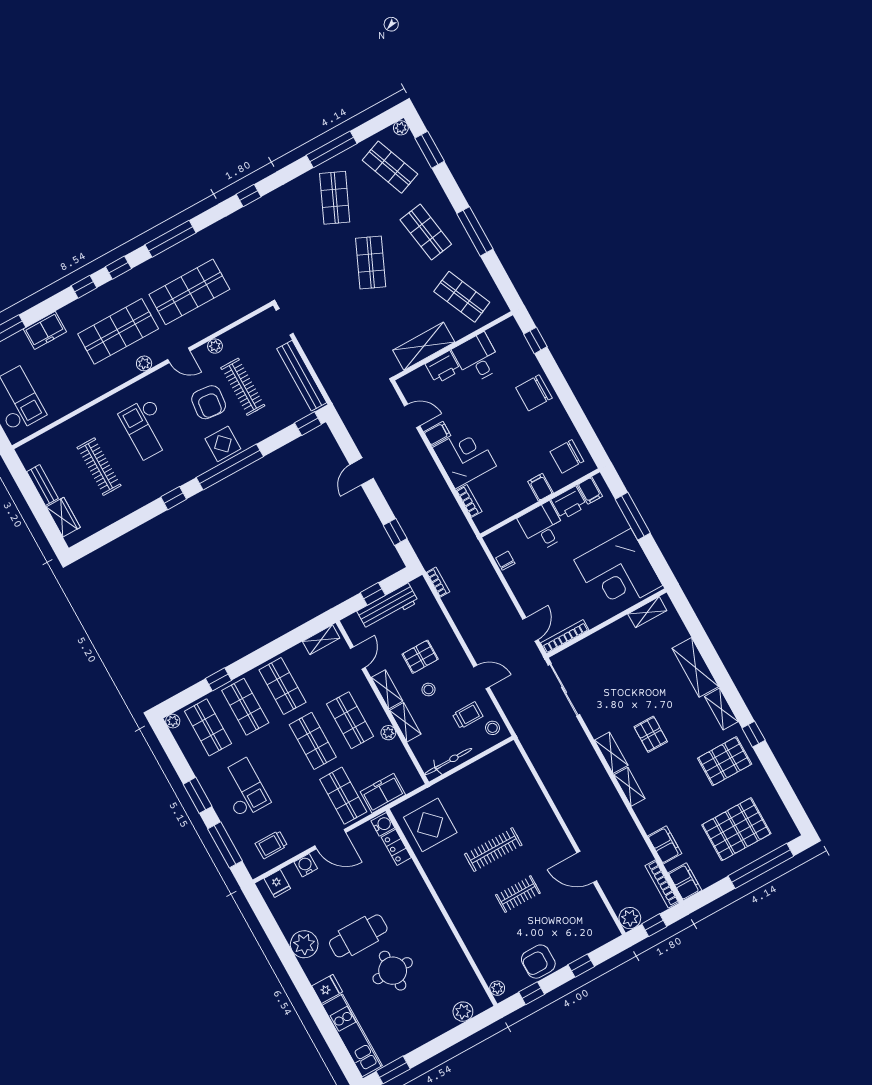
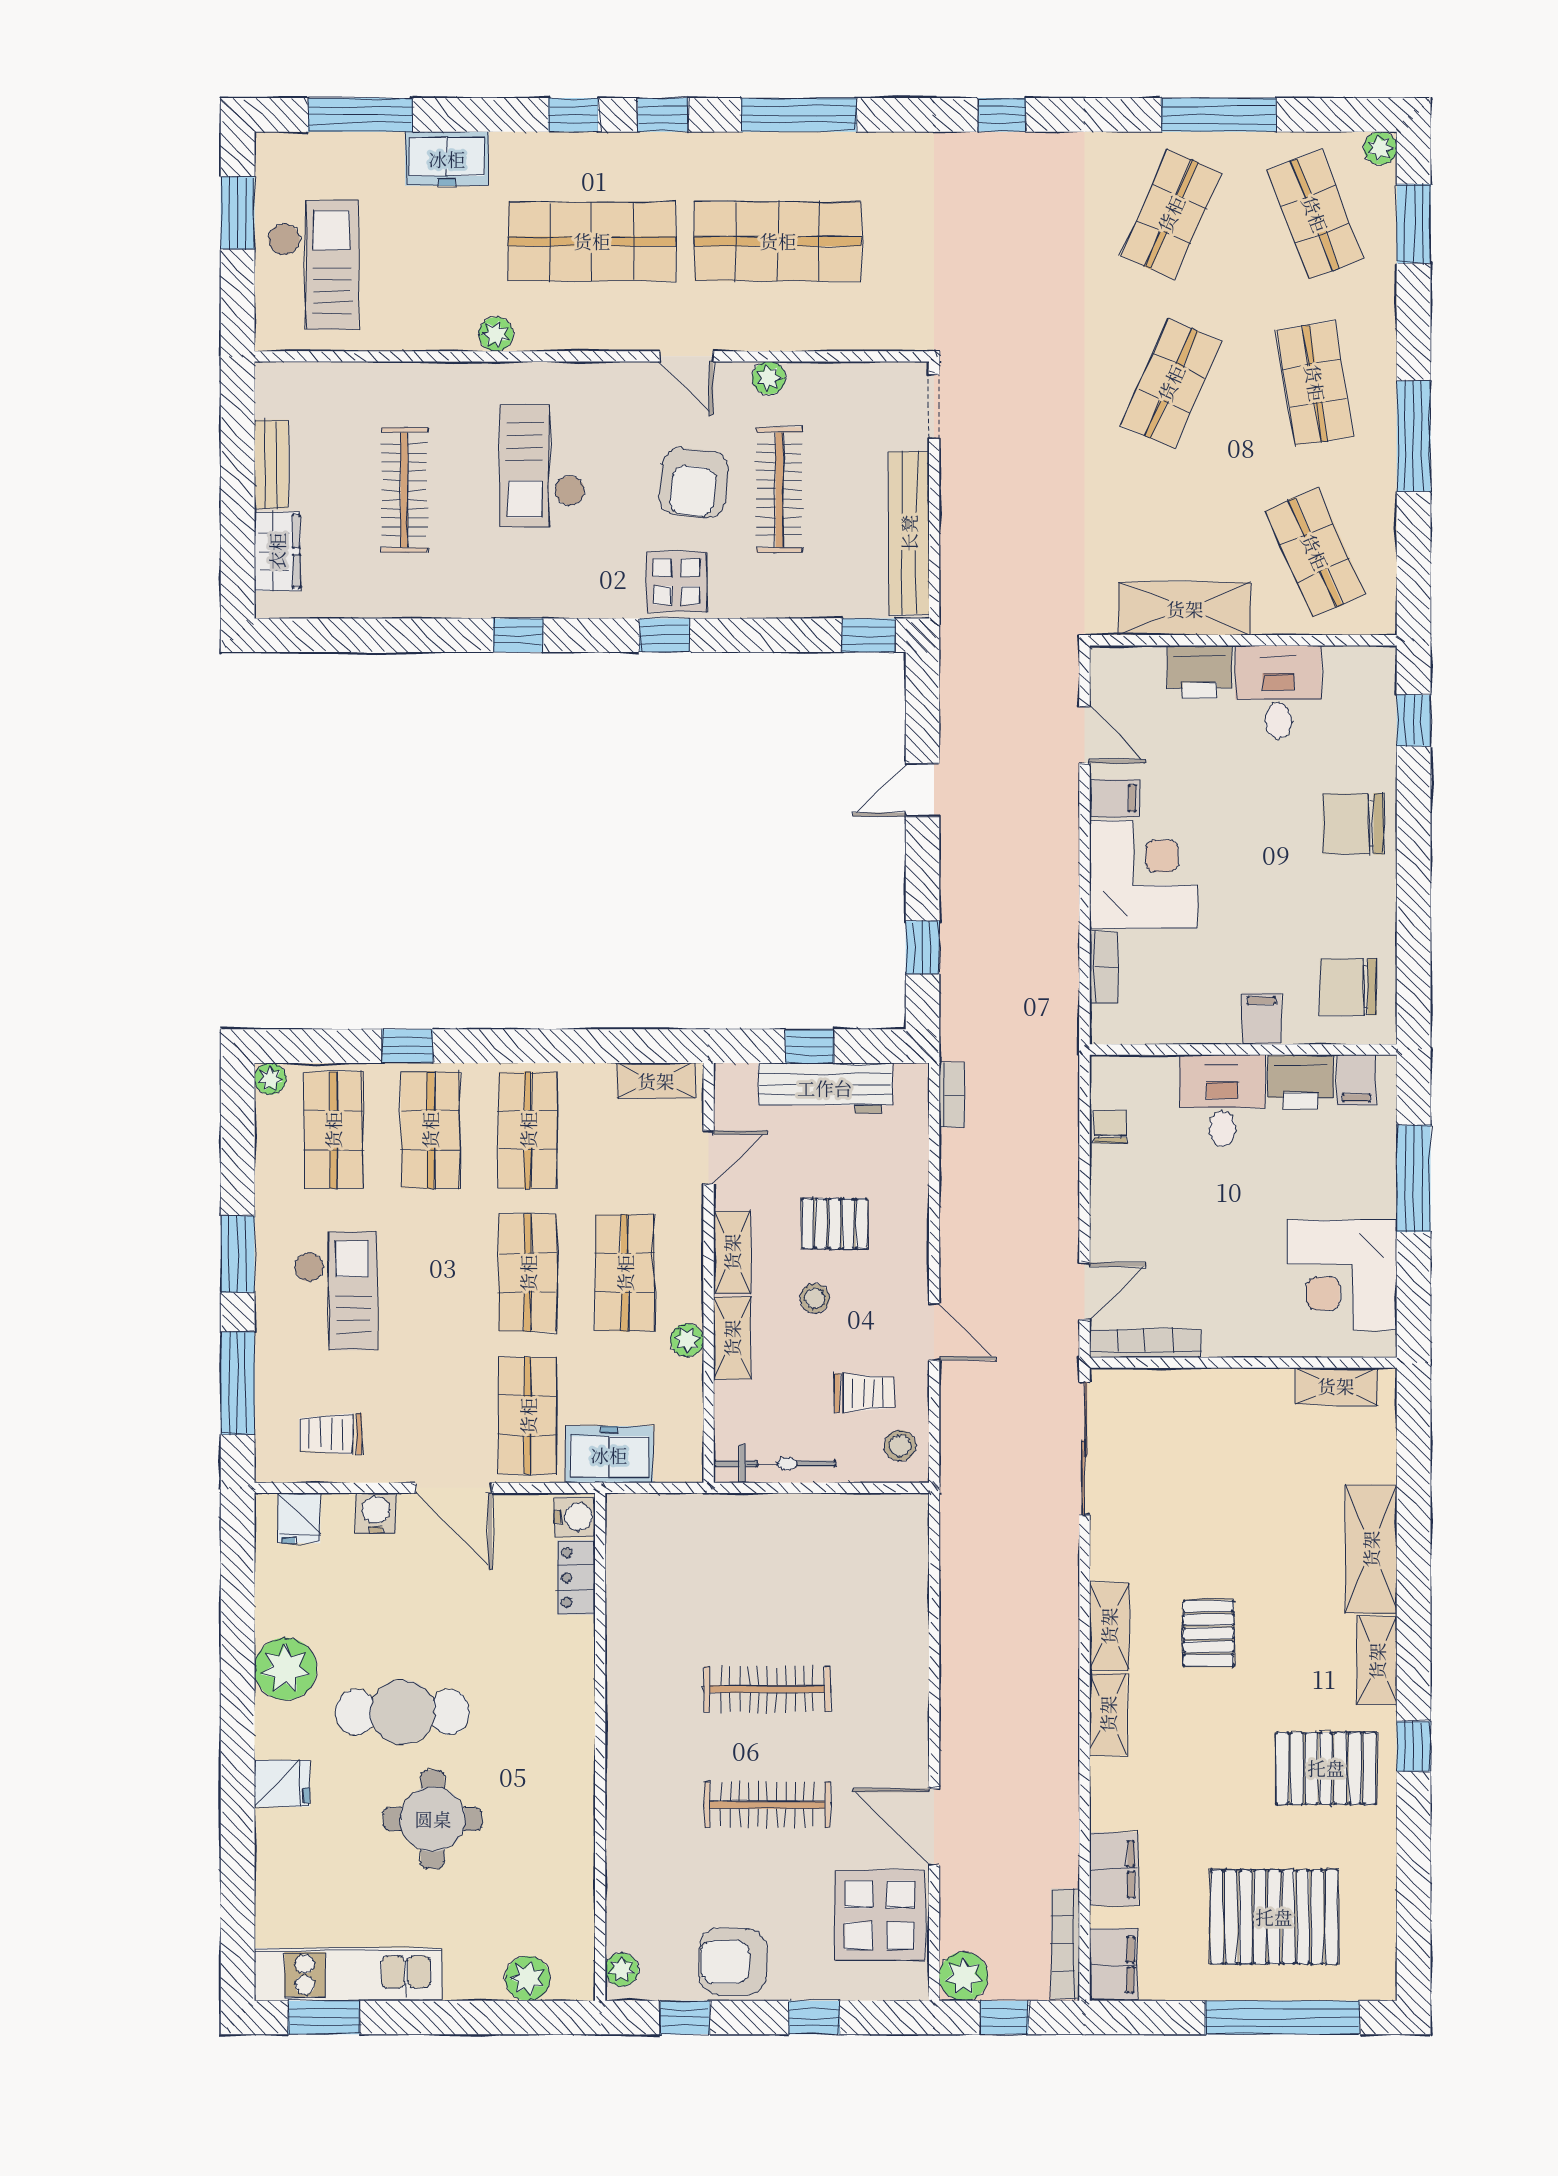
plant: (144, 363) -> (496, 334), moved
window: (230, 467) -> (665, 635), width x0.32
corner desk: (618, 573) -> (1342, 1275), width x0.74, depth x0.74
display table: (430, 825) -> (880, 1915), moved
clothes rail: (518, 894) -> (767, 1805), width x1.36
kitchen unit: (352, 1035) -> (348, 1974), moved, turned -90

